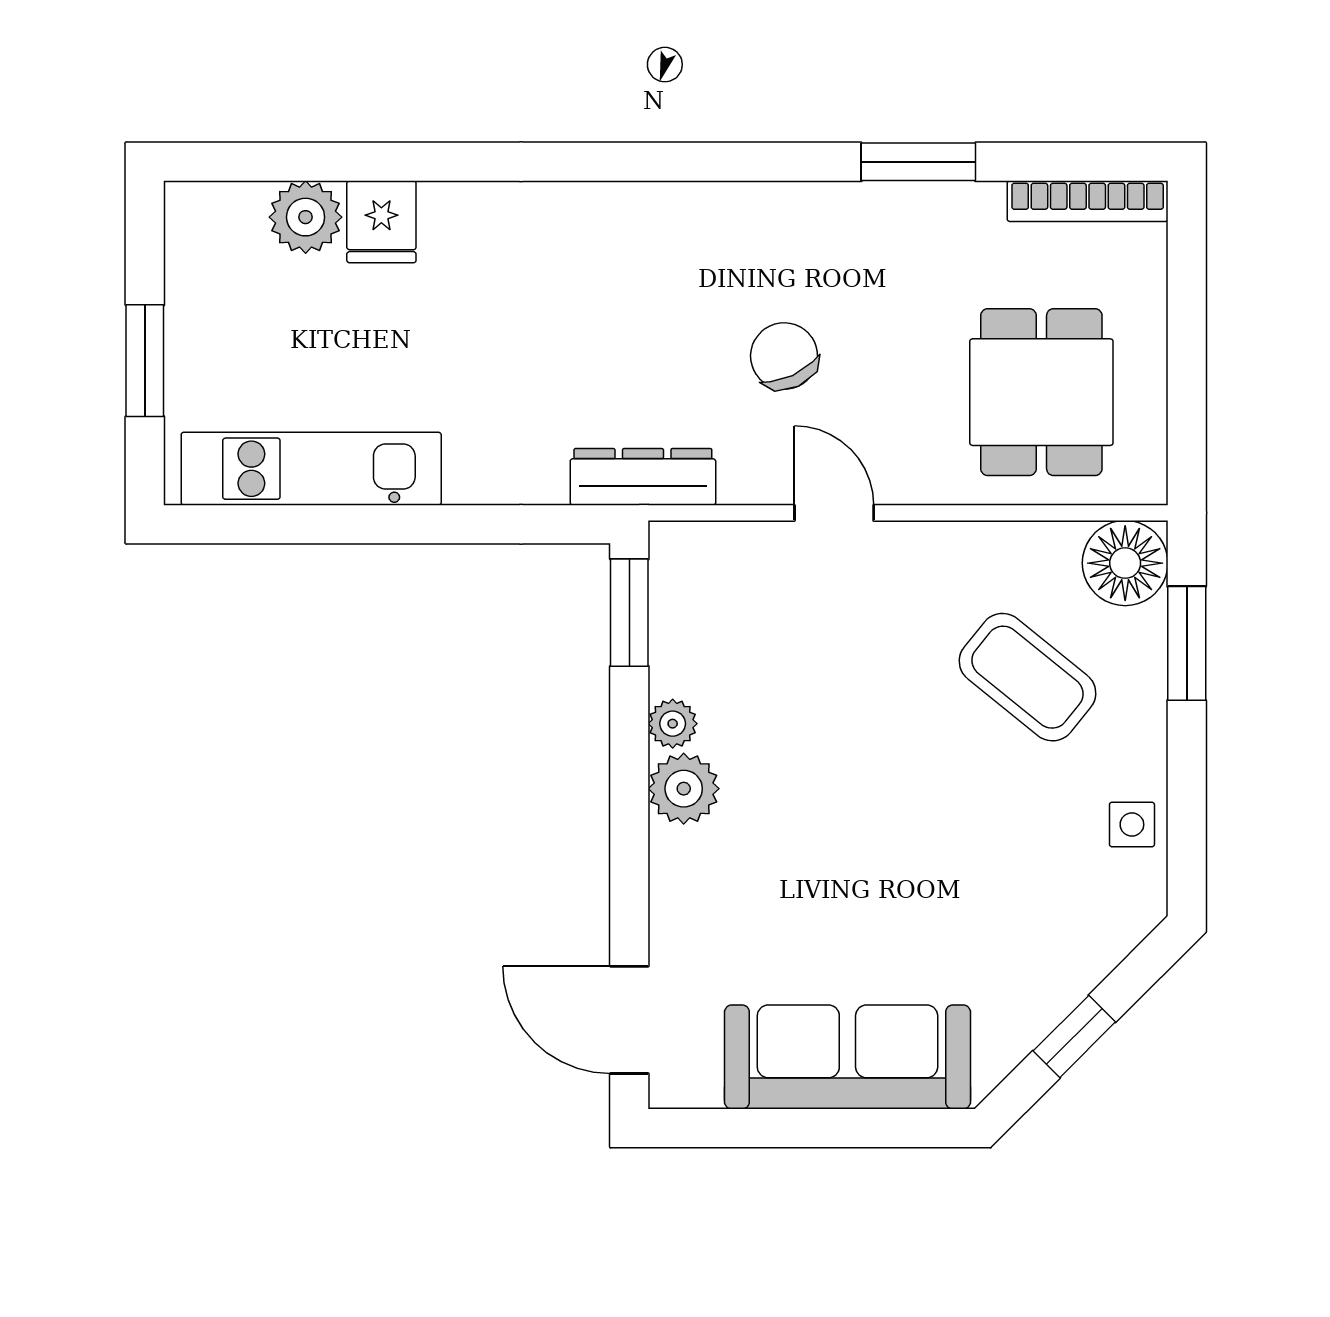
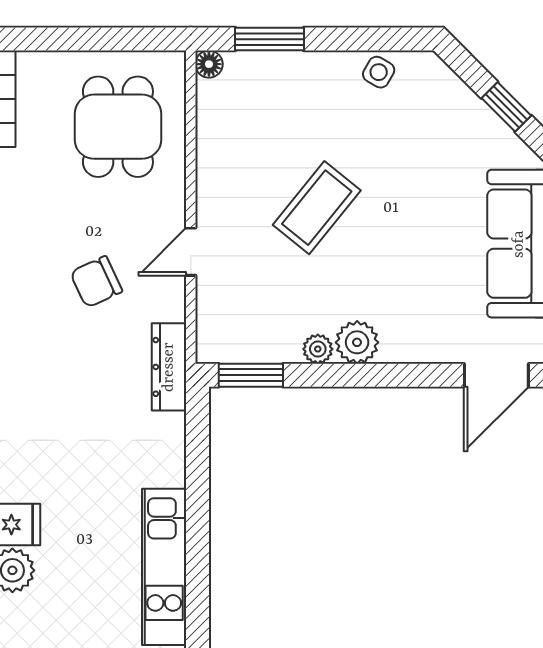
dining table: (1041, 392) -> (118, 127), turned 90
floor lamp: (1125, 563) -> (209, 64), width x0.53, depth x0.53
coffee table: (1028, 677) -> (317, 208), moved
side table: (1132, 825) -> (379, 72), turned 30

